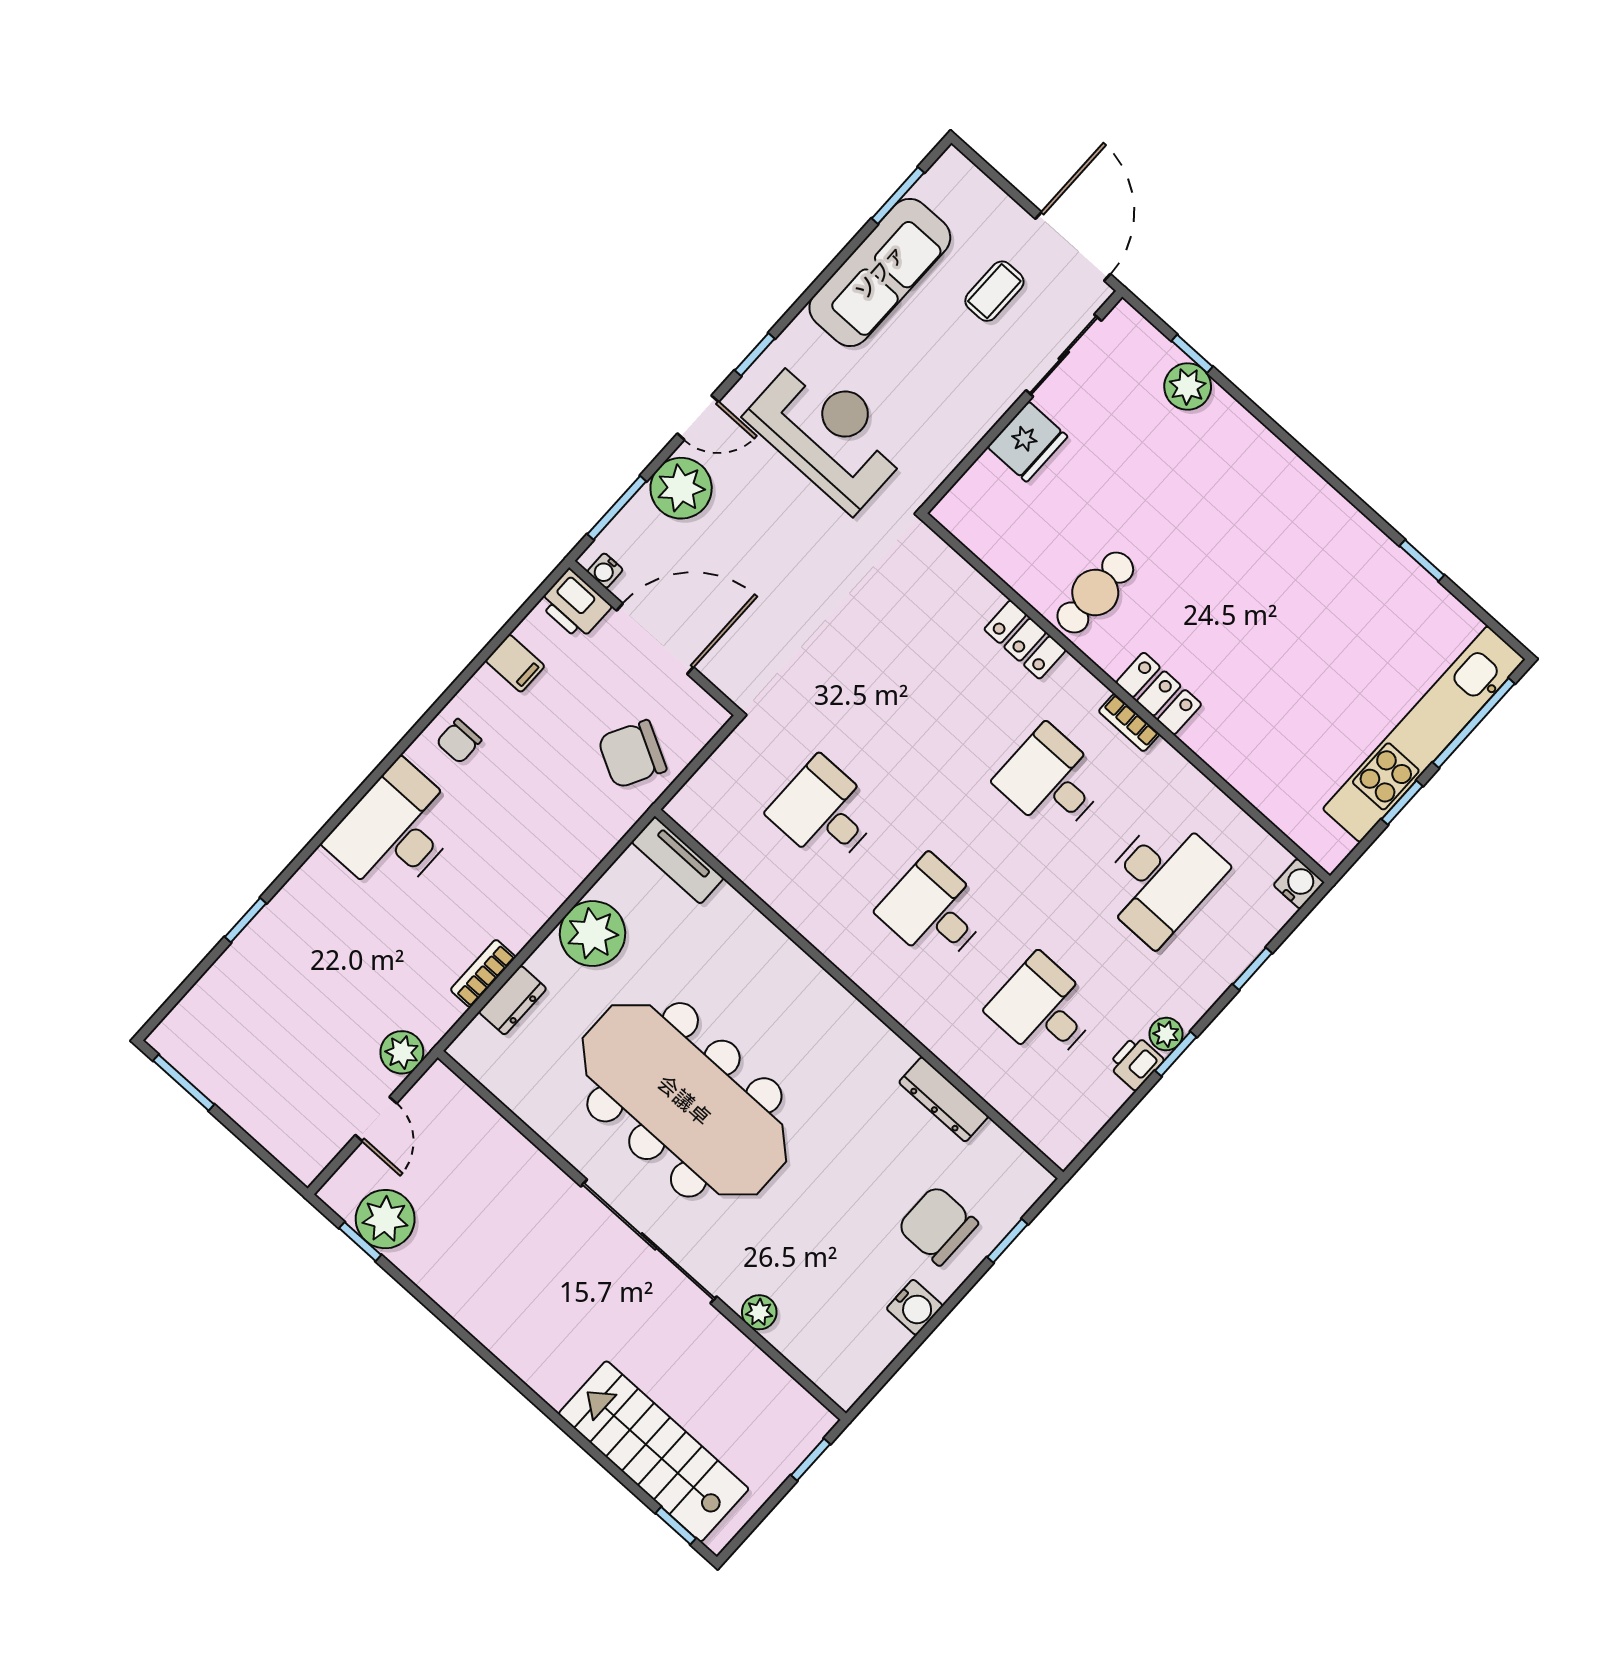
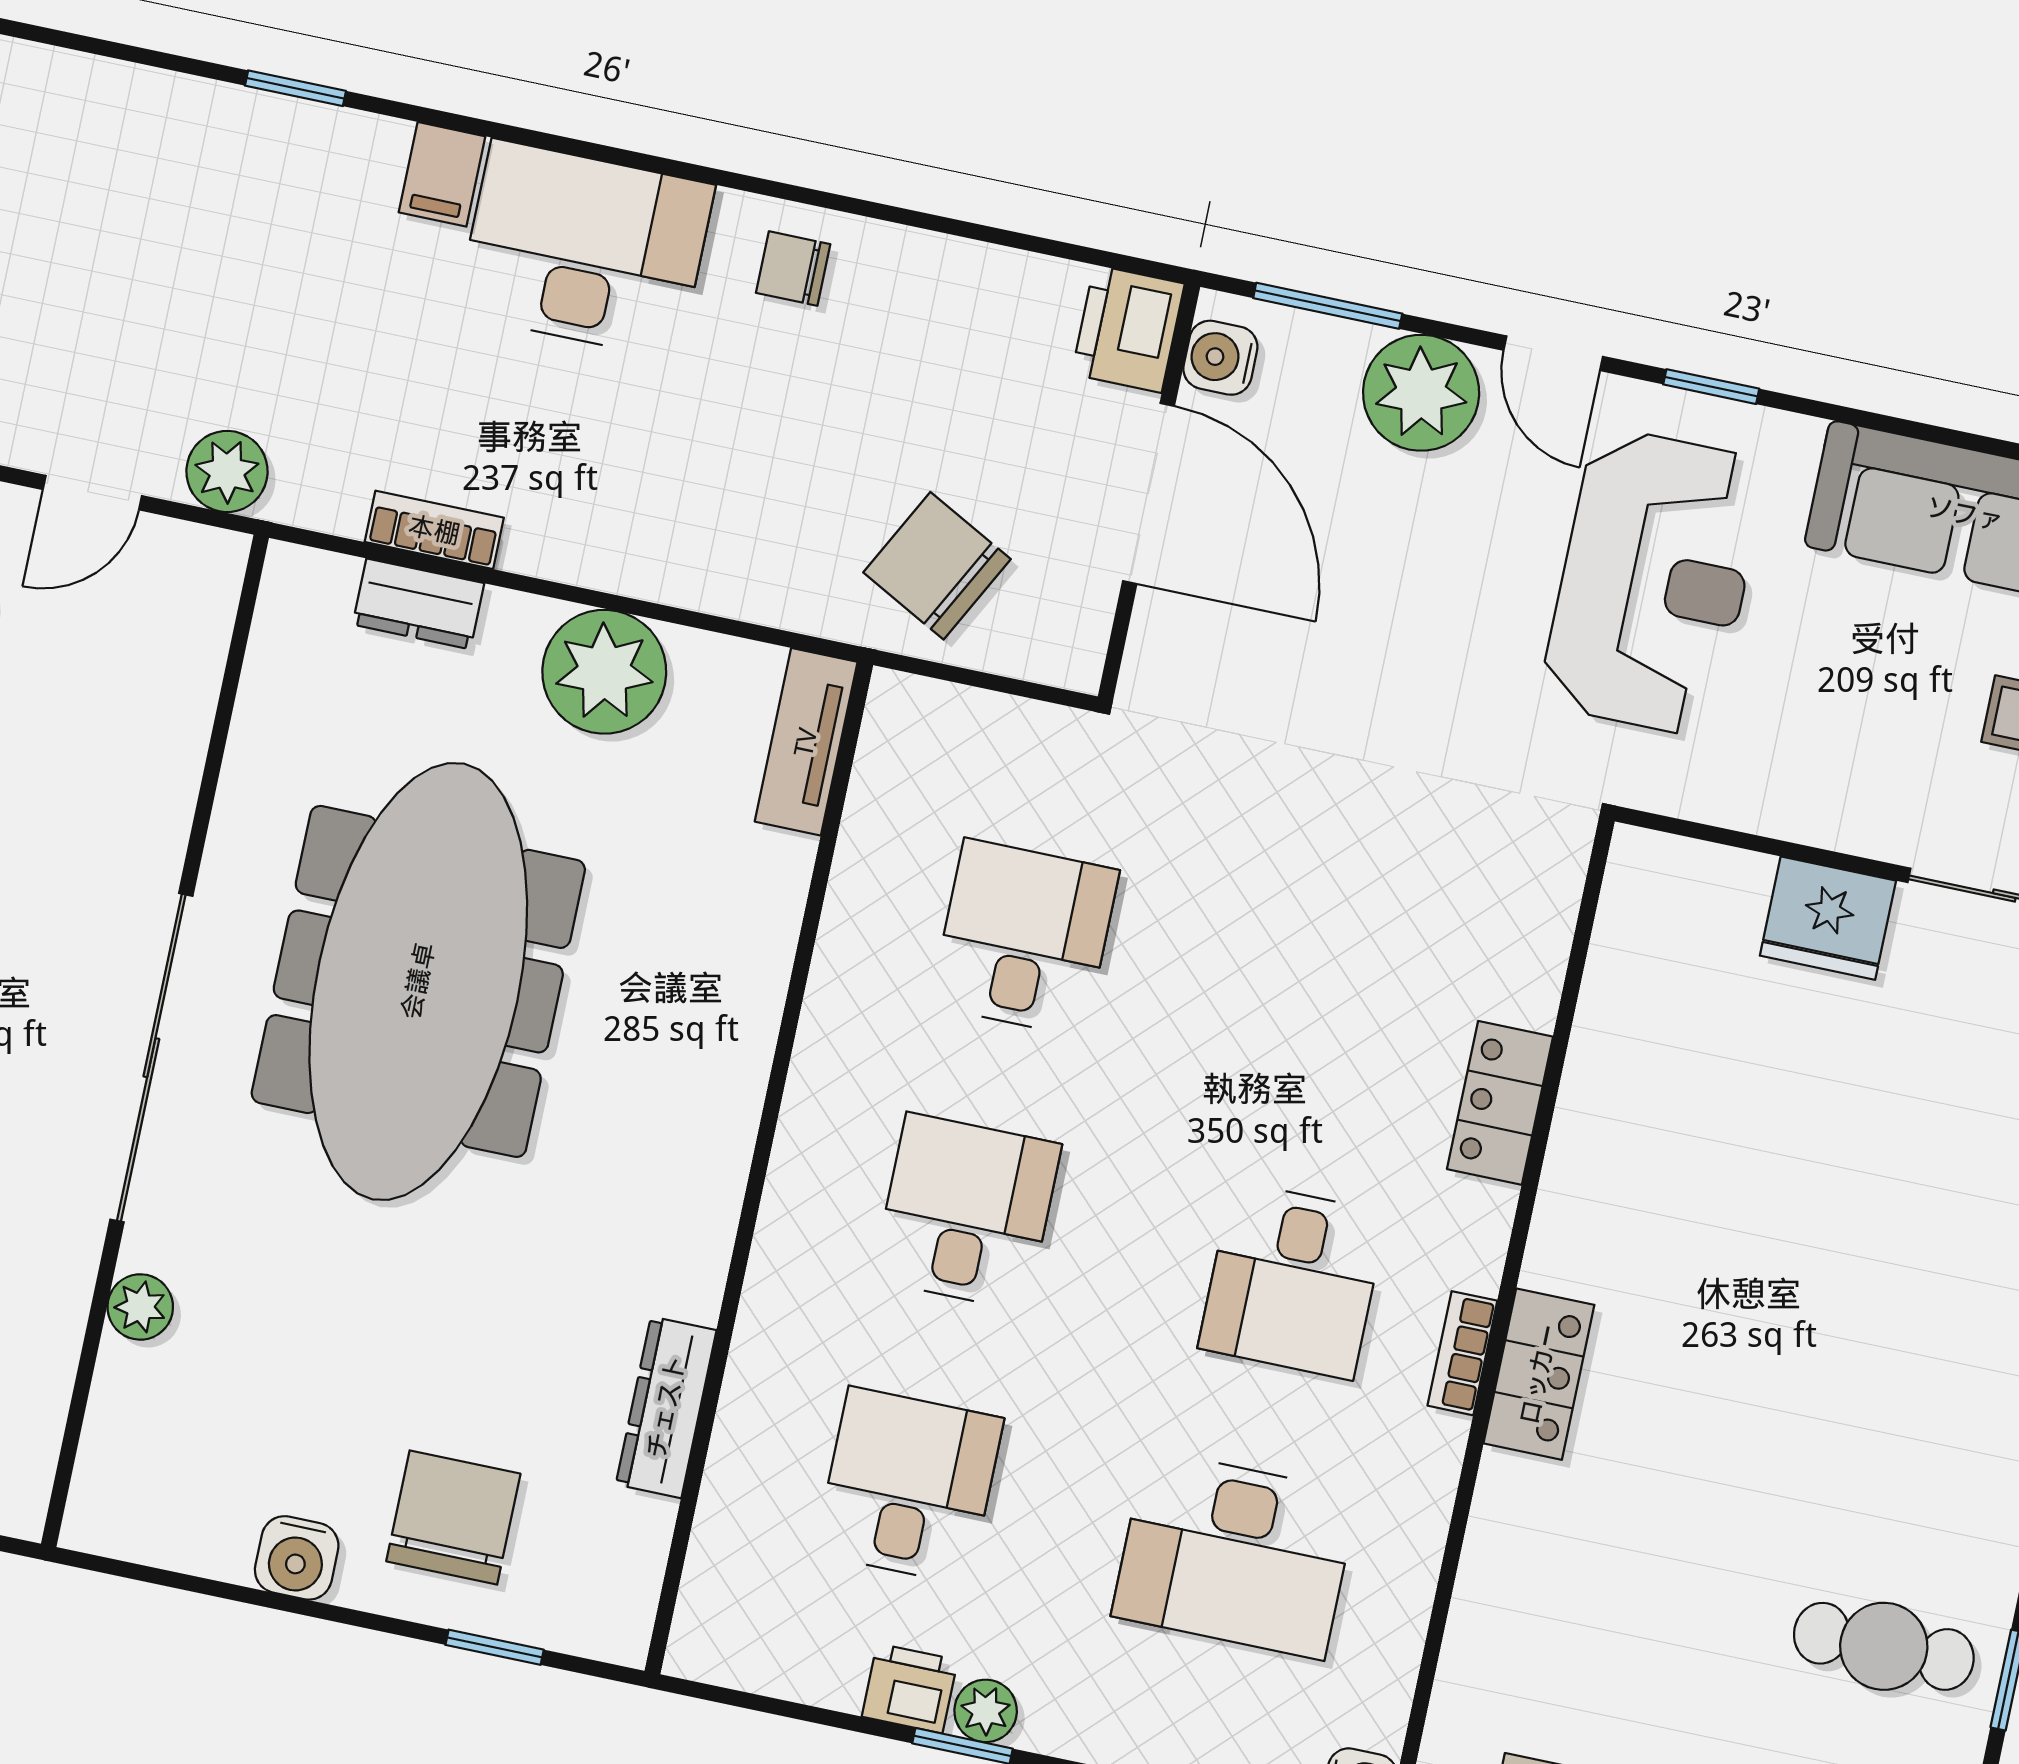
water cooler: (605, 571) -> (1220, 358), width x1.38, depth x1.38
cafe table: (1095, 593) -> (1884, 1646), moved
filing cabinet: (515, 663) -> (442, 174), moved
desk: (1051, 781) -> (1293, 1281), turned 180

